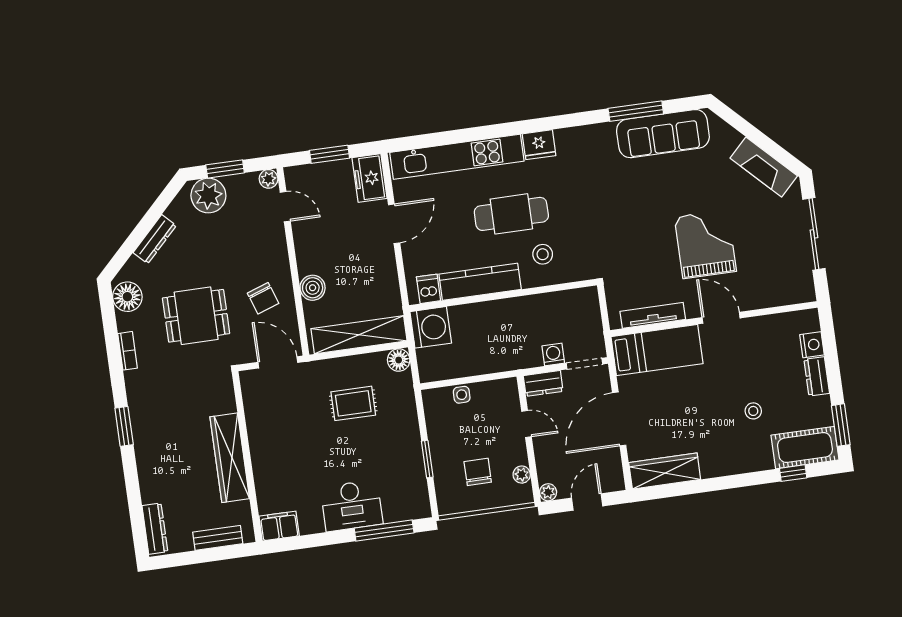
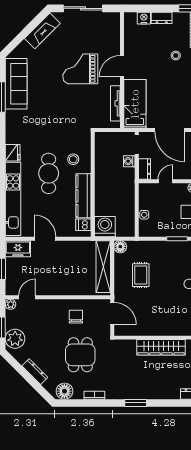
boiler: (313, 288) -> (74, 289), removed
chair: (263, 298) -> (76, 317), turned -71
door: (278, 362) -> (112, 313), swing flipped

